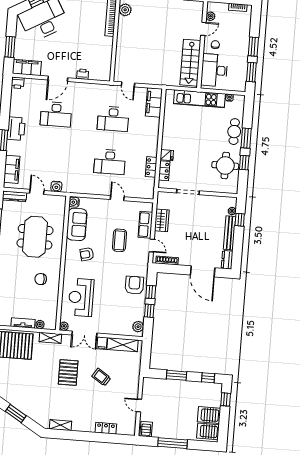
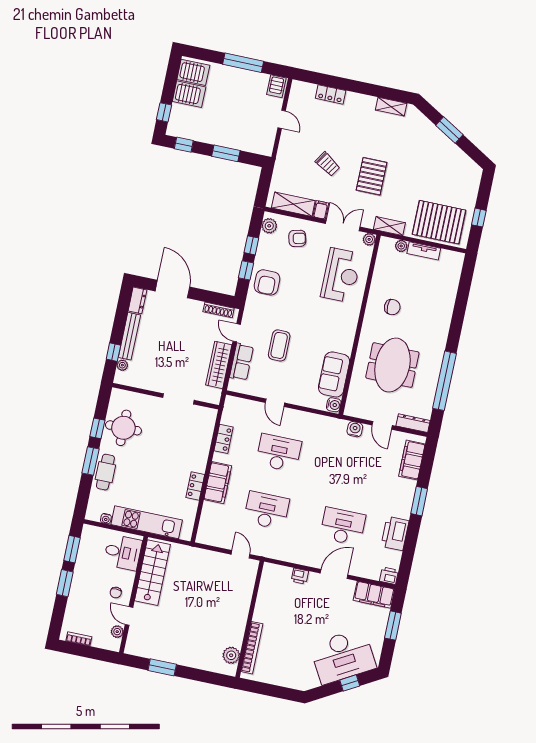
door: (203, 29) -> (129, 616), hinge flipped
desk: (214, 70) -> (123, 552), width x0.73
filing cabinet: (154, 102) -> (218, 483), moved
printer: (16, 129) -> (395, 533), moved
fridge: (167, 155) -> (201, 452), removed
locker: (164, 171) -> (195, 486), moved
wardrobe: (162, 220) -> (219, 365), width x1.50
armchair: (87, 254) -> (297, 238), moved

